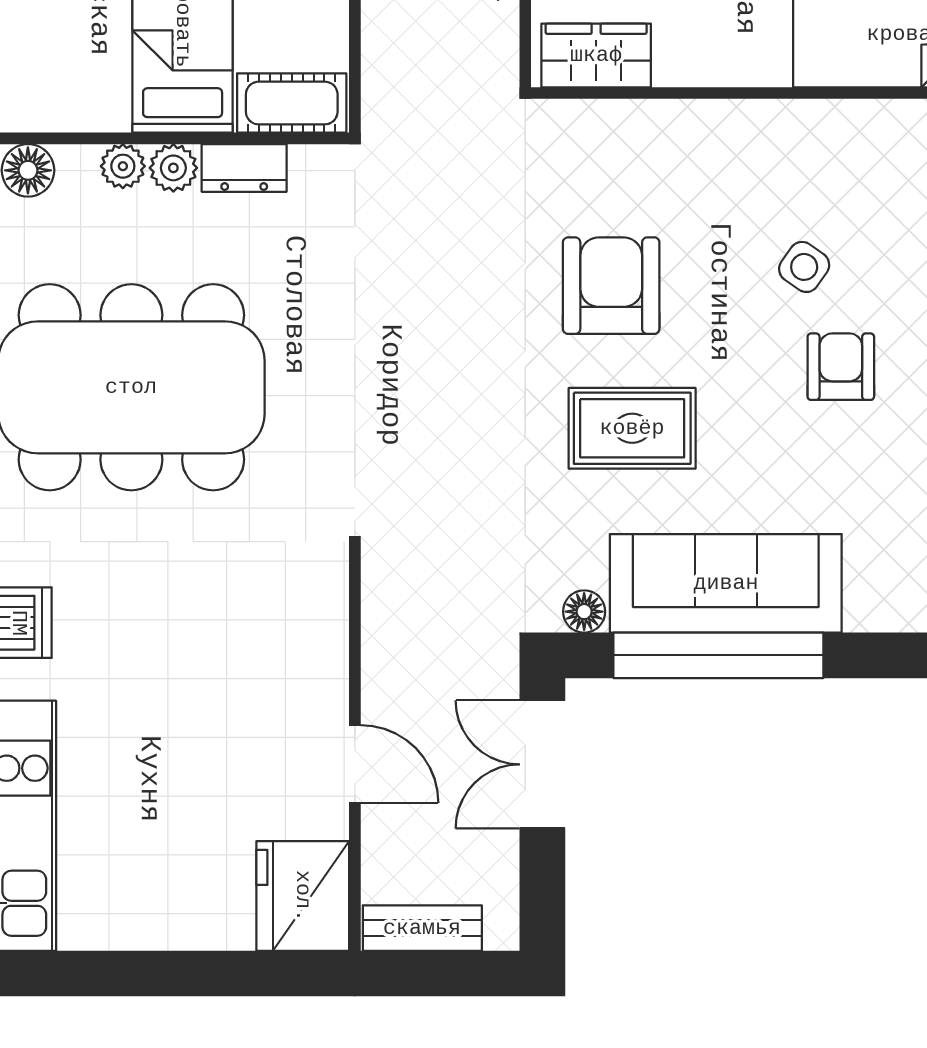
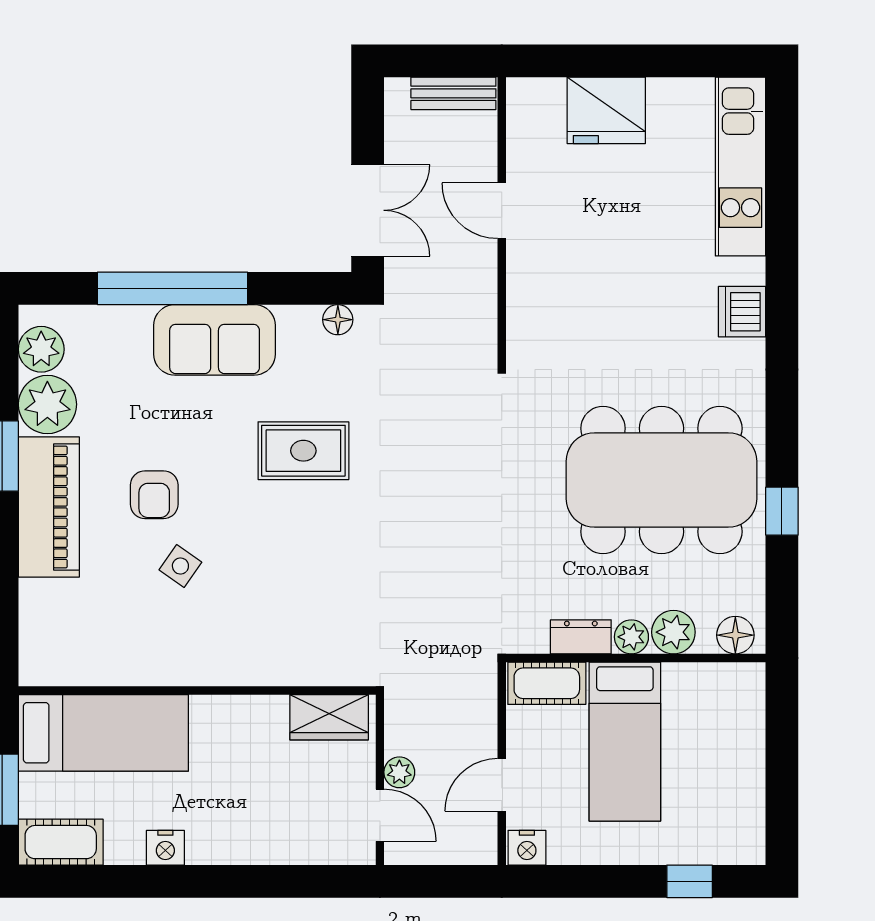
plant: (123, 166) -> (673, 632), width x1.38, depth x1.38
armchair: (611, 286) -> (318, 553), removed
sofa: (726, 583) -> (215, 340), width x0.73
window: (718, 655) -> (173, 288), moved
fridge: (303, 896) -> (606, 110), moved, turned 90

